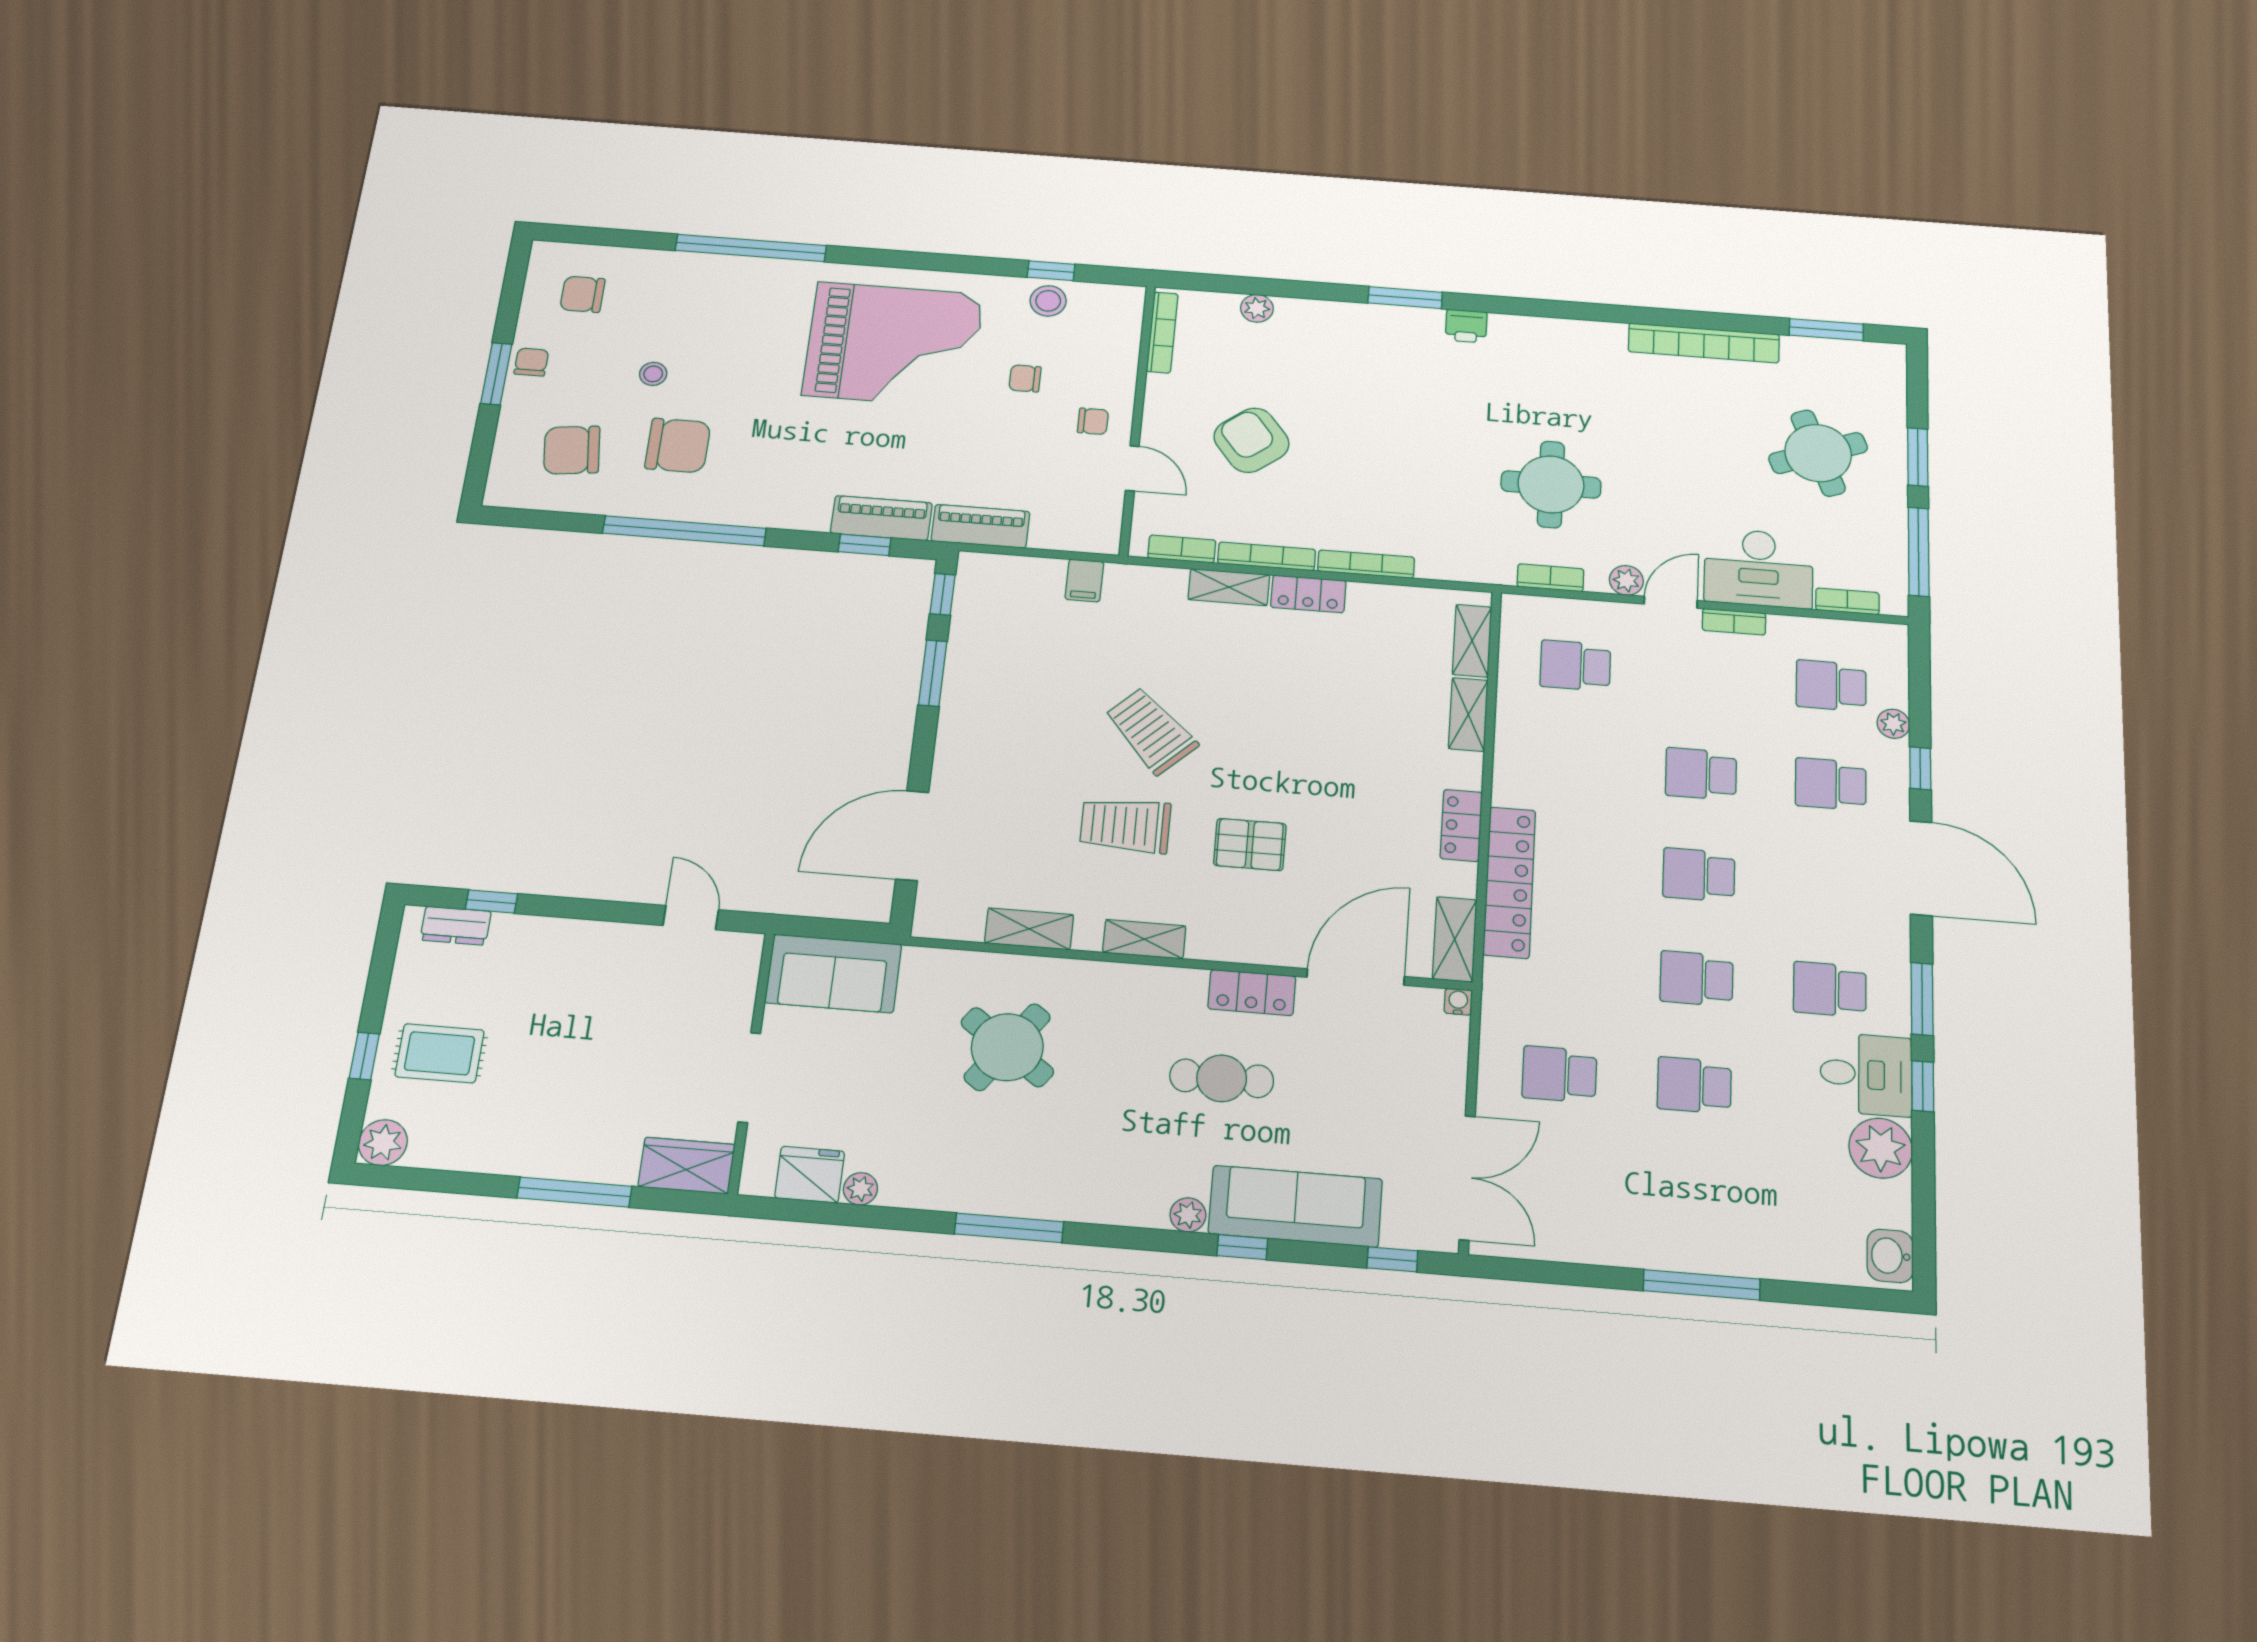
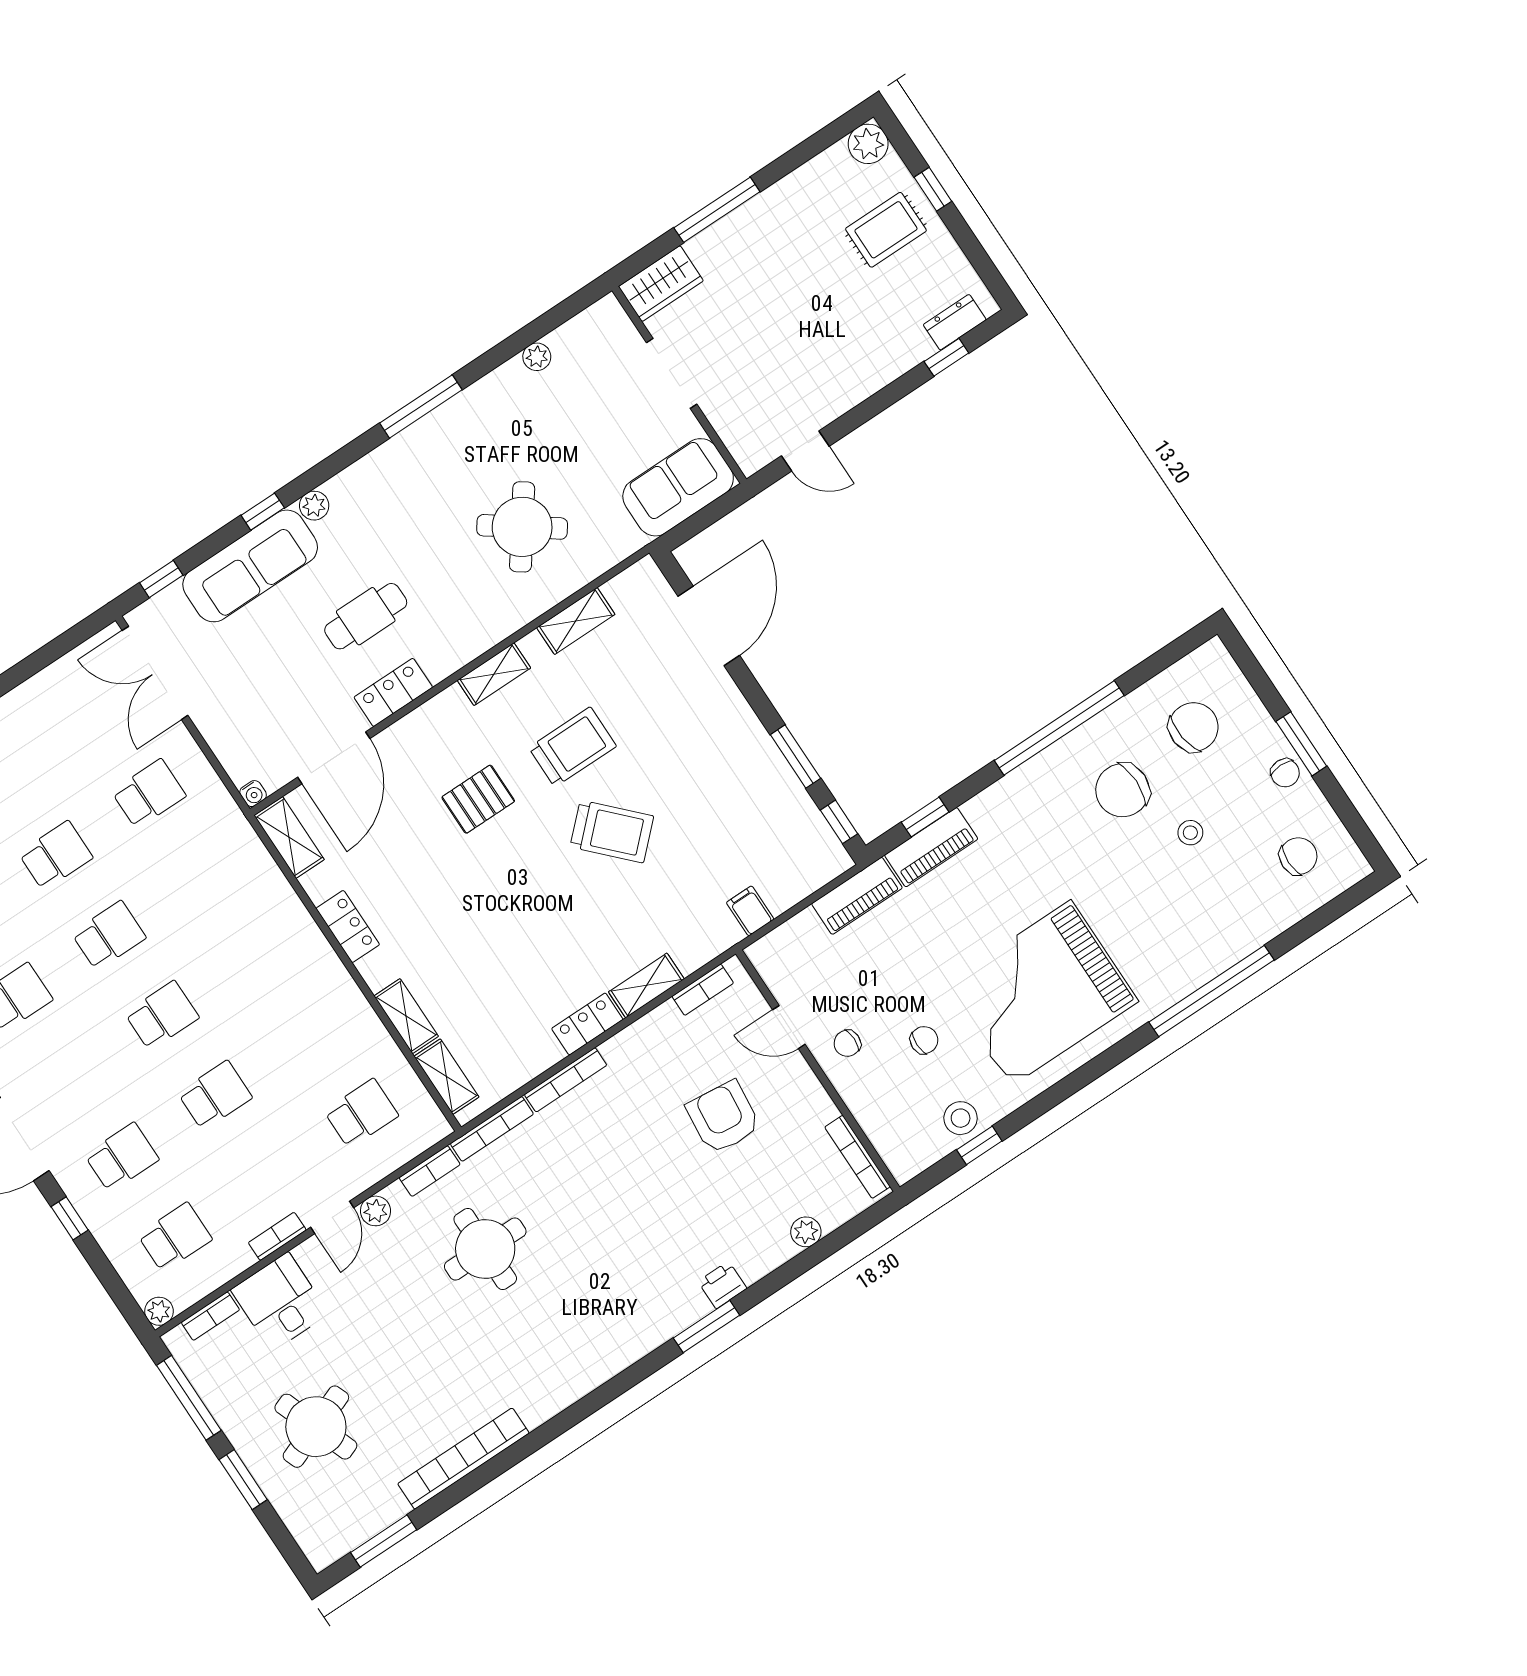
printer: (1466, 326) -> (722, 1285), moved
armchair: (1251, 440) -> (723, 1117), turned -136
bookcase: (1267, 556) -> (492, 1129), moved
desk: (1759, 568) -> (280, 1302), width x0.73
plant: (1893, 724) -> (159, 1311), moved
locker: (1509, 882) -> (284, 909), removed
fridge: (810, 1175) -> (577, 340), removed

